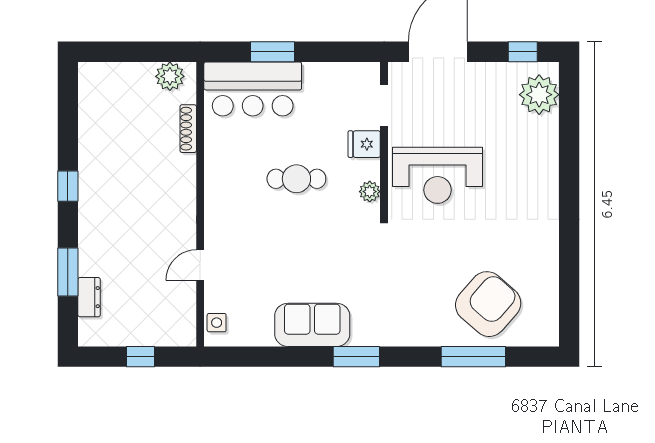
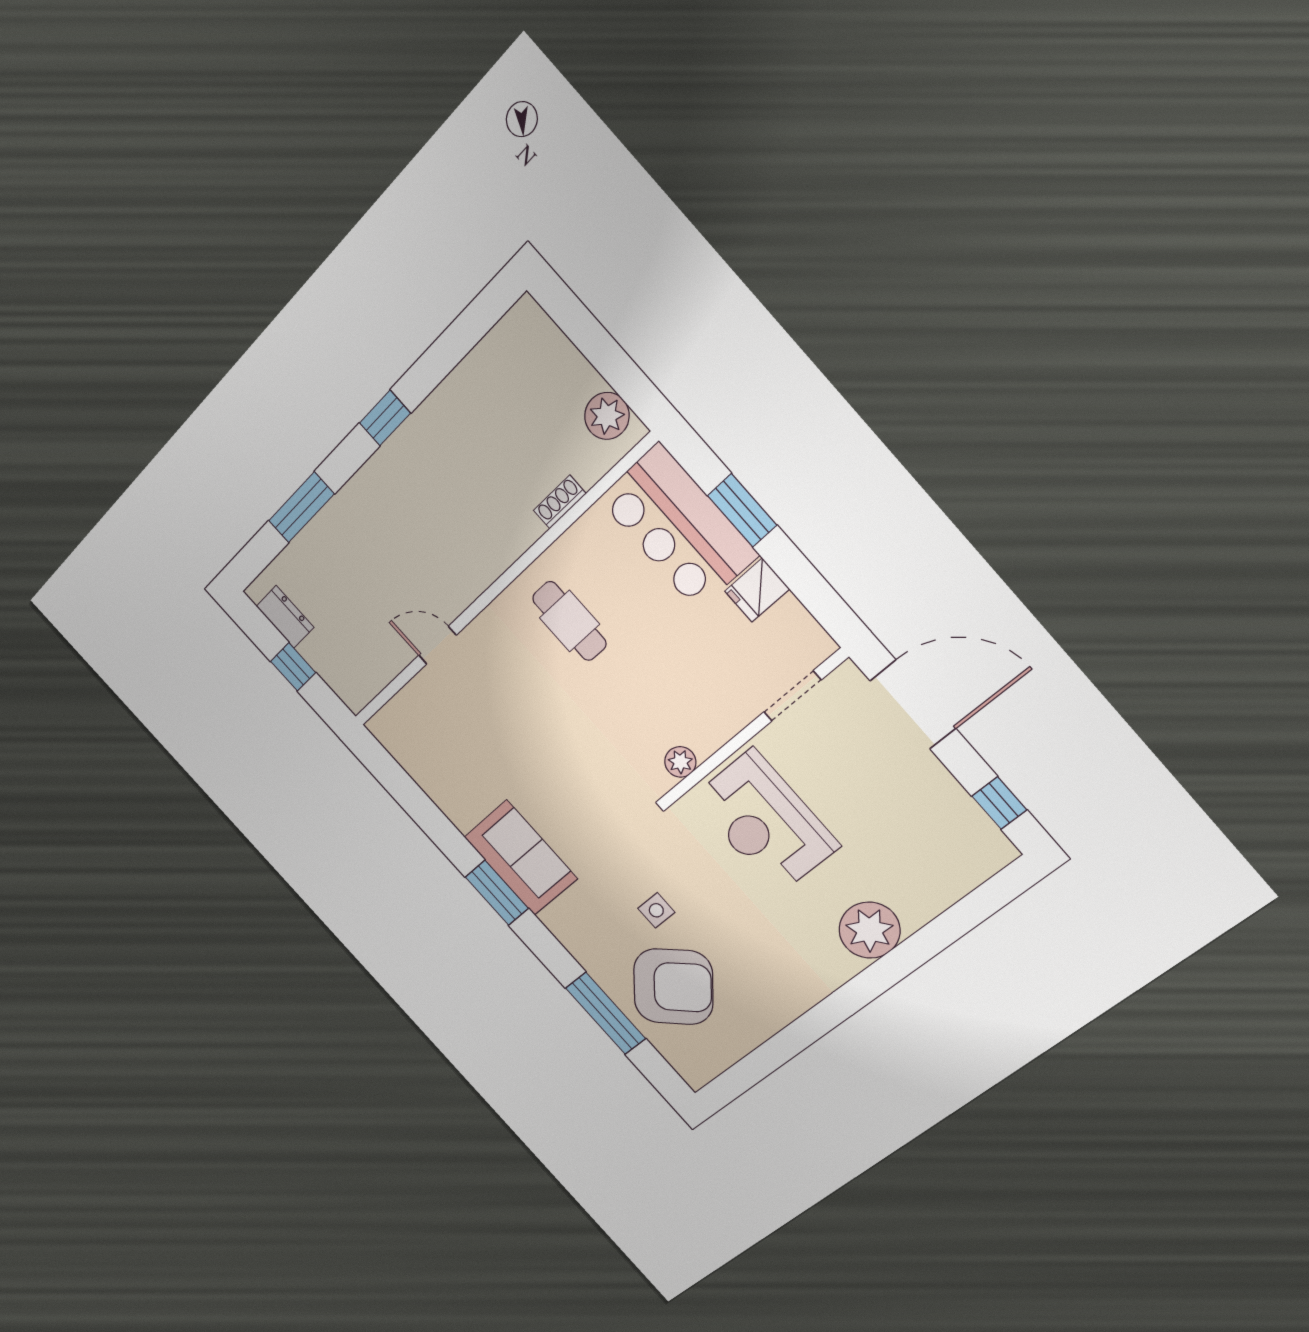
plant: (539, 95) -> (870, 930), moved
shoe rack: (188, 129) -> (560, 502), width x0.70
fridge: (364, 144) -> (757, 590), moved, turned -90
cafe table: (296, 179) -> (569, 621), moved
dresser: (89, 297) -> (285, 617), moved, turned -90
side table: (217, 323) -> (656, 910), moved
sofa: (312, 325) -> (521, 858), moved

